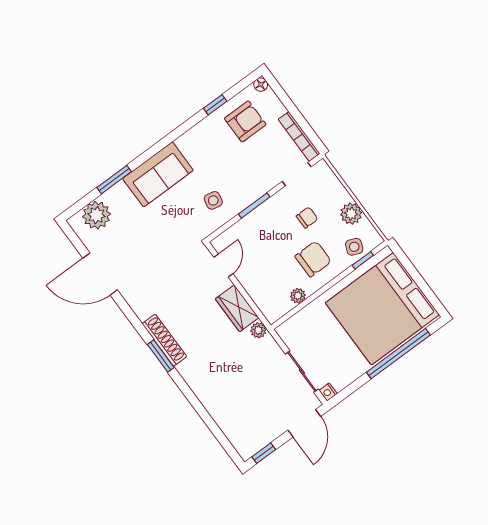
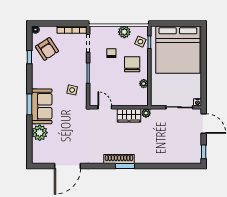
armchair: (245, 121) -> (47, 49), turned 147
window: (114, 180) -> (29, 104), moved
plant: (97, 215) -> (40, 133), moved
window: (398, 354) -> (204, 57), removed

